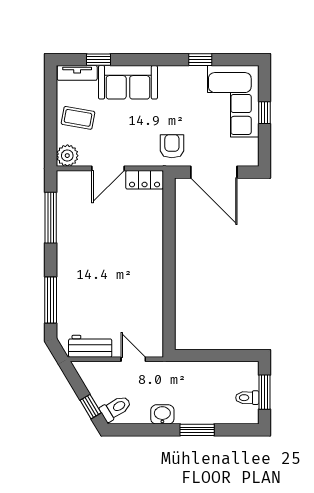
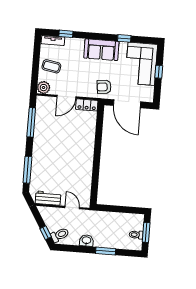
sofa: (128, 82) -> (101, 50), moved
armchair: (172, 146) -> (104, 87), turned -96

